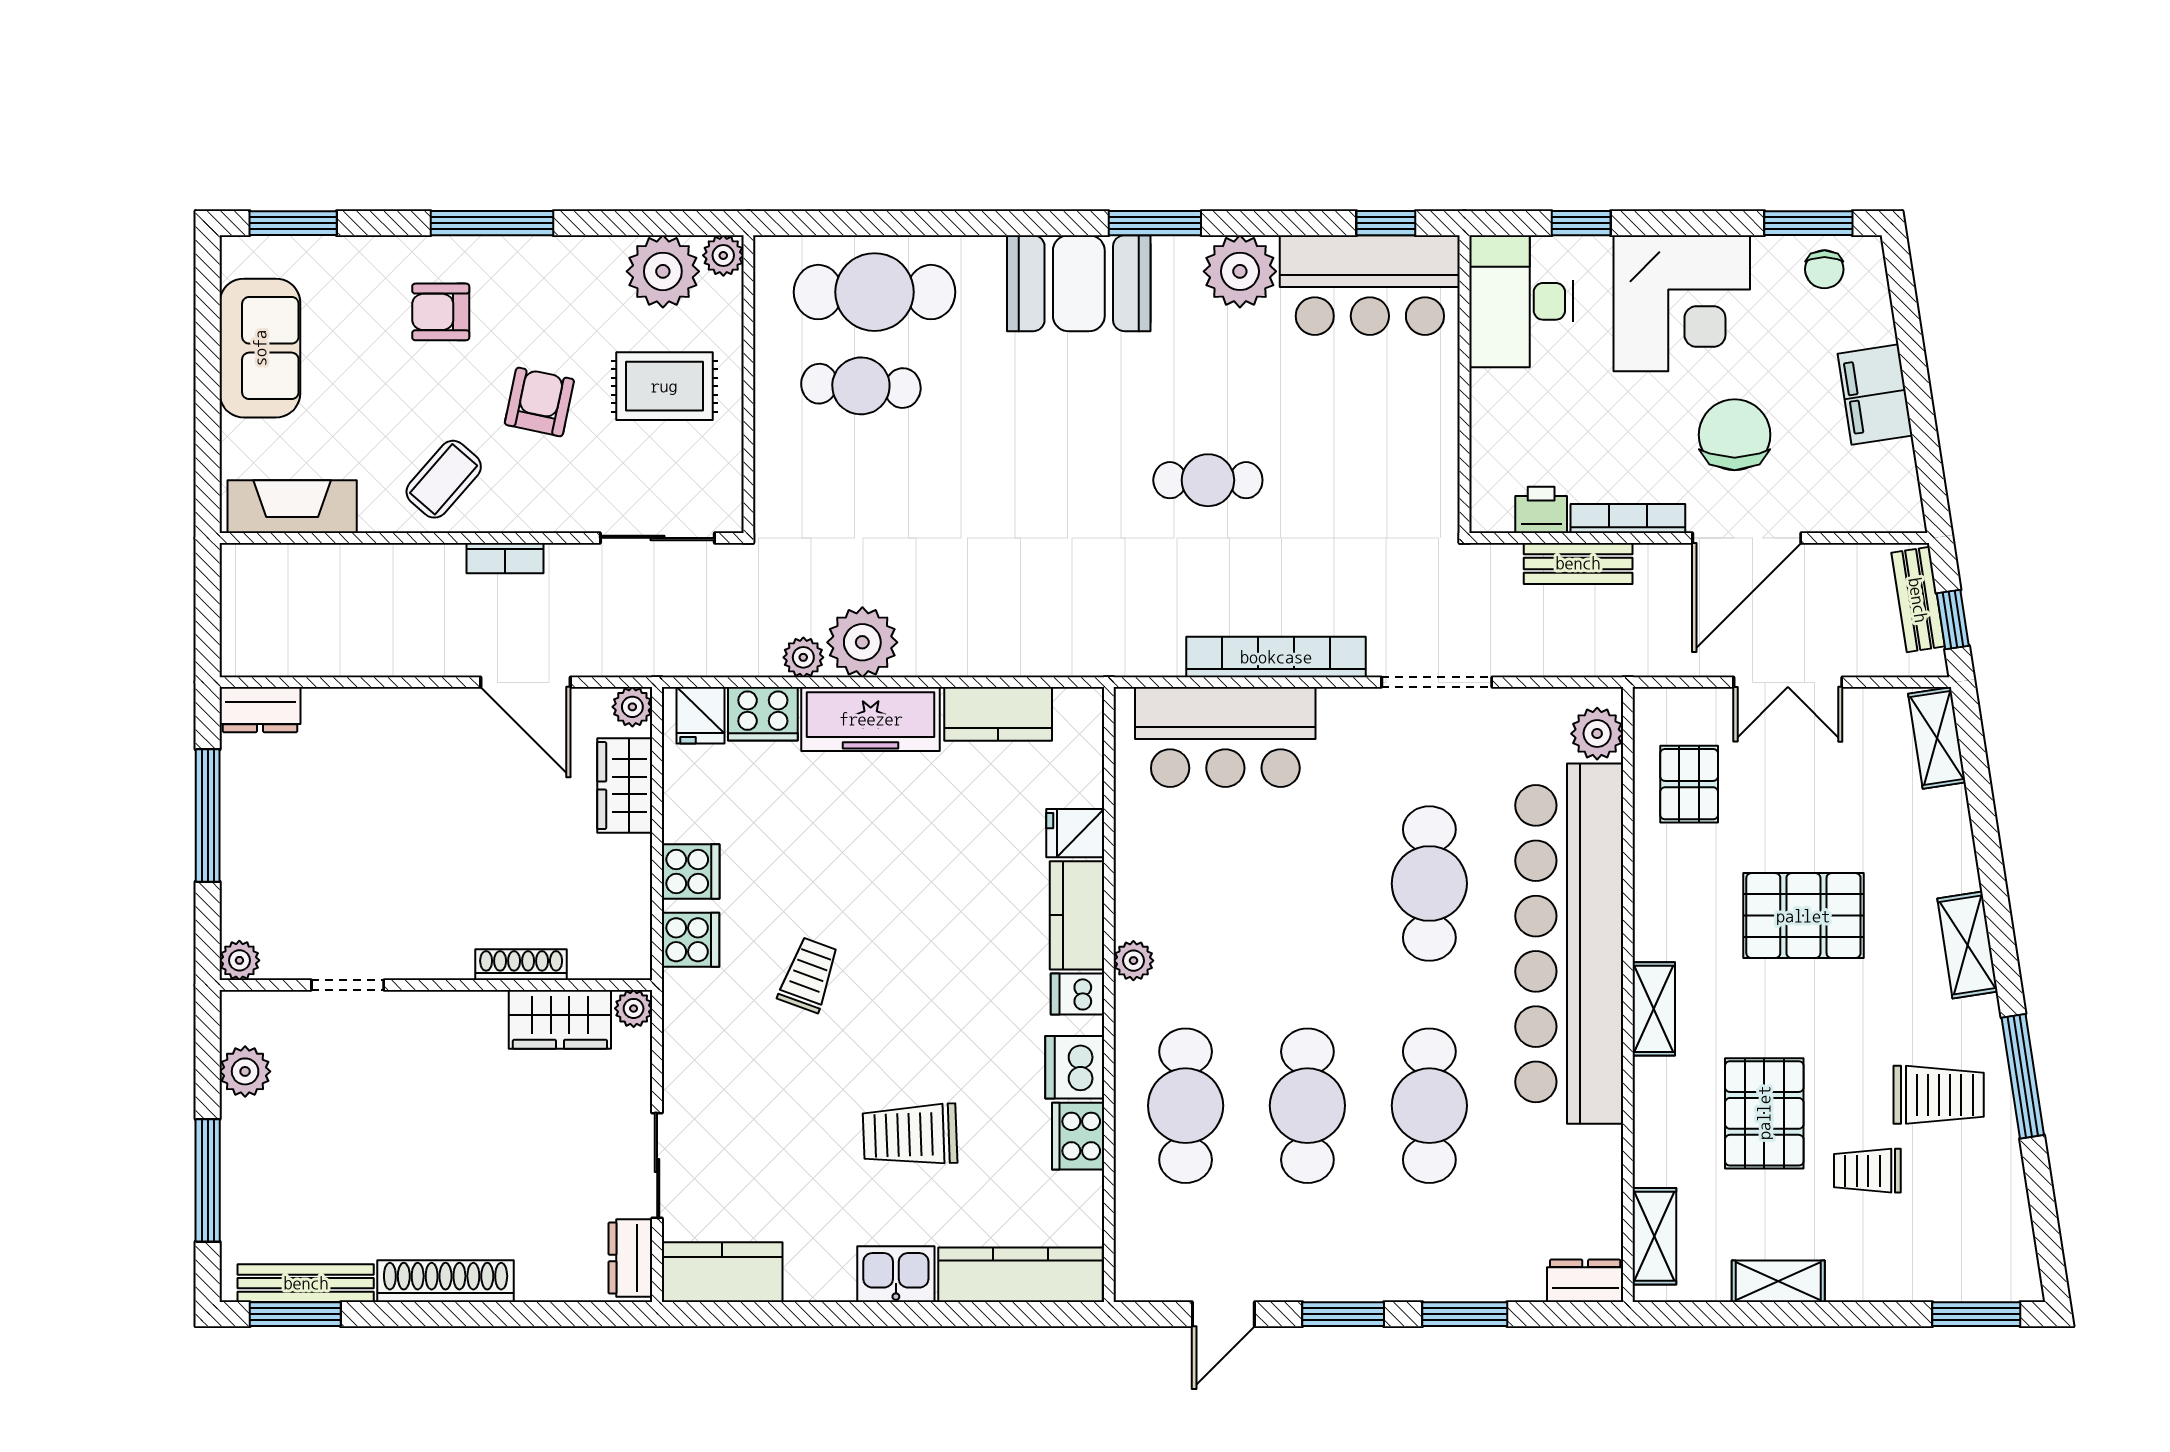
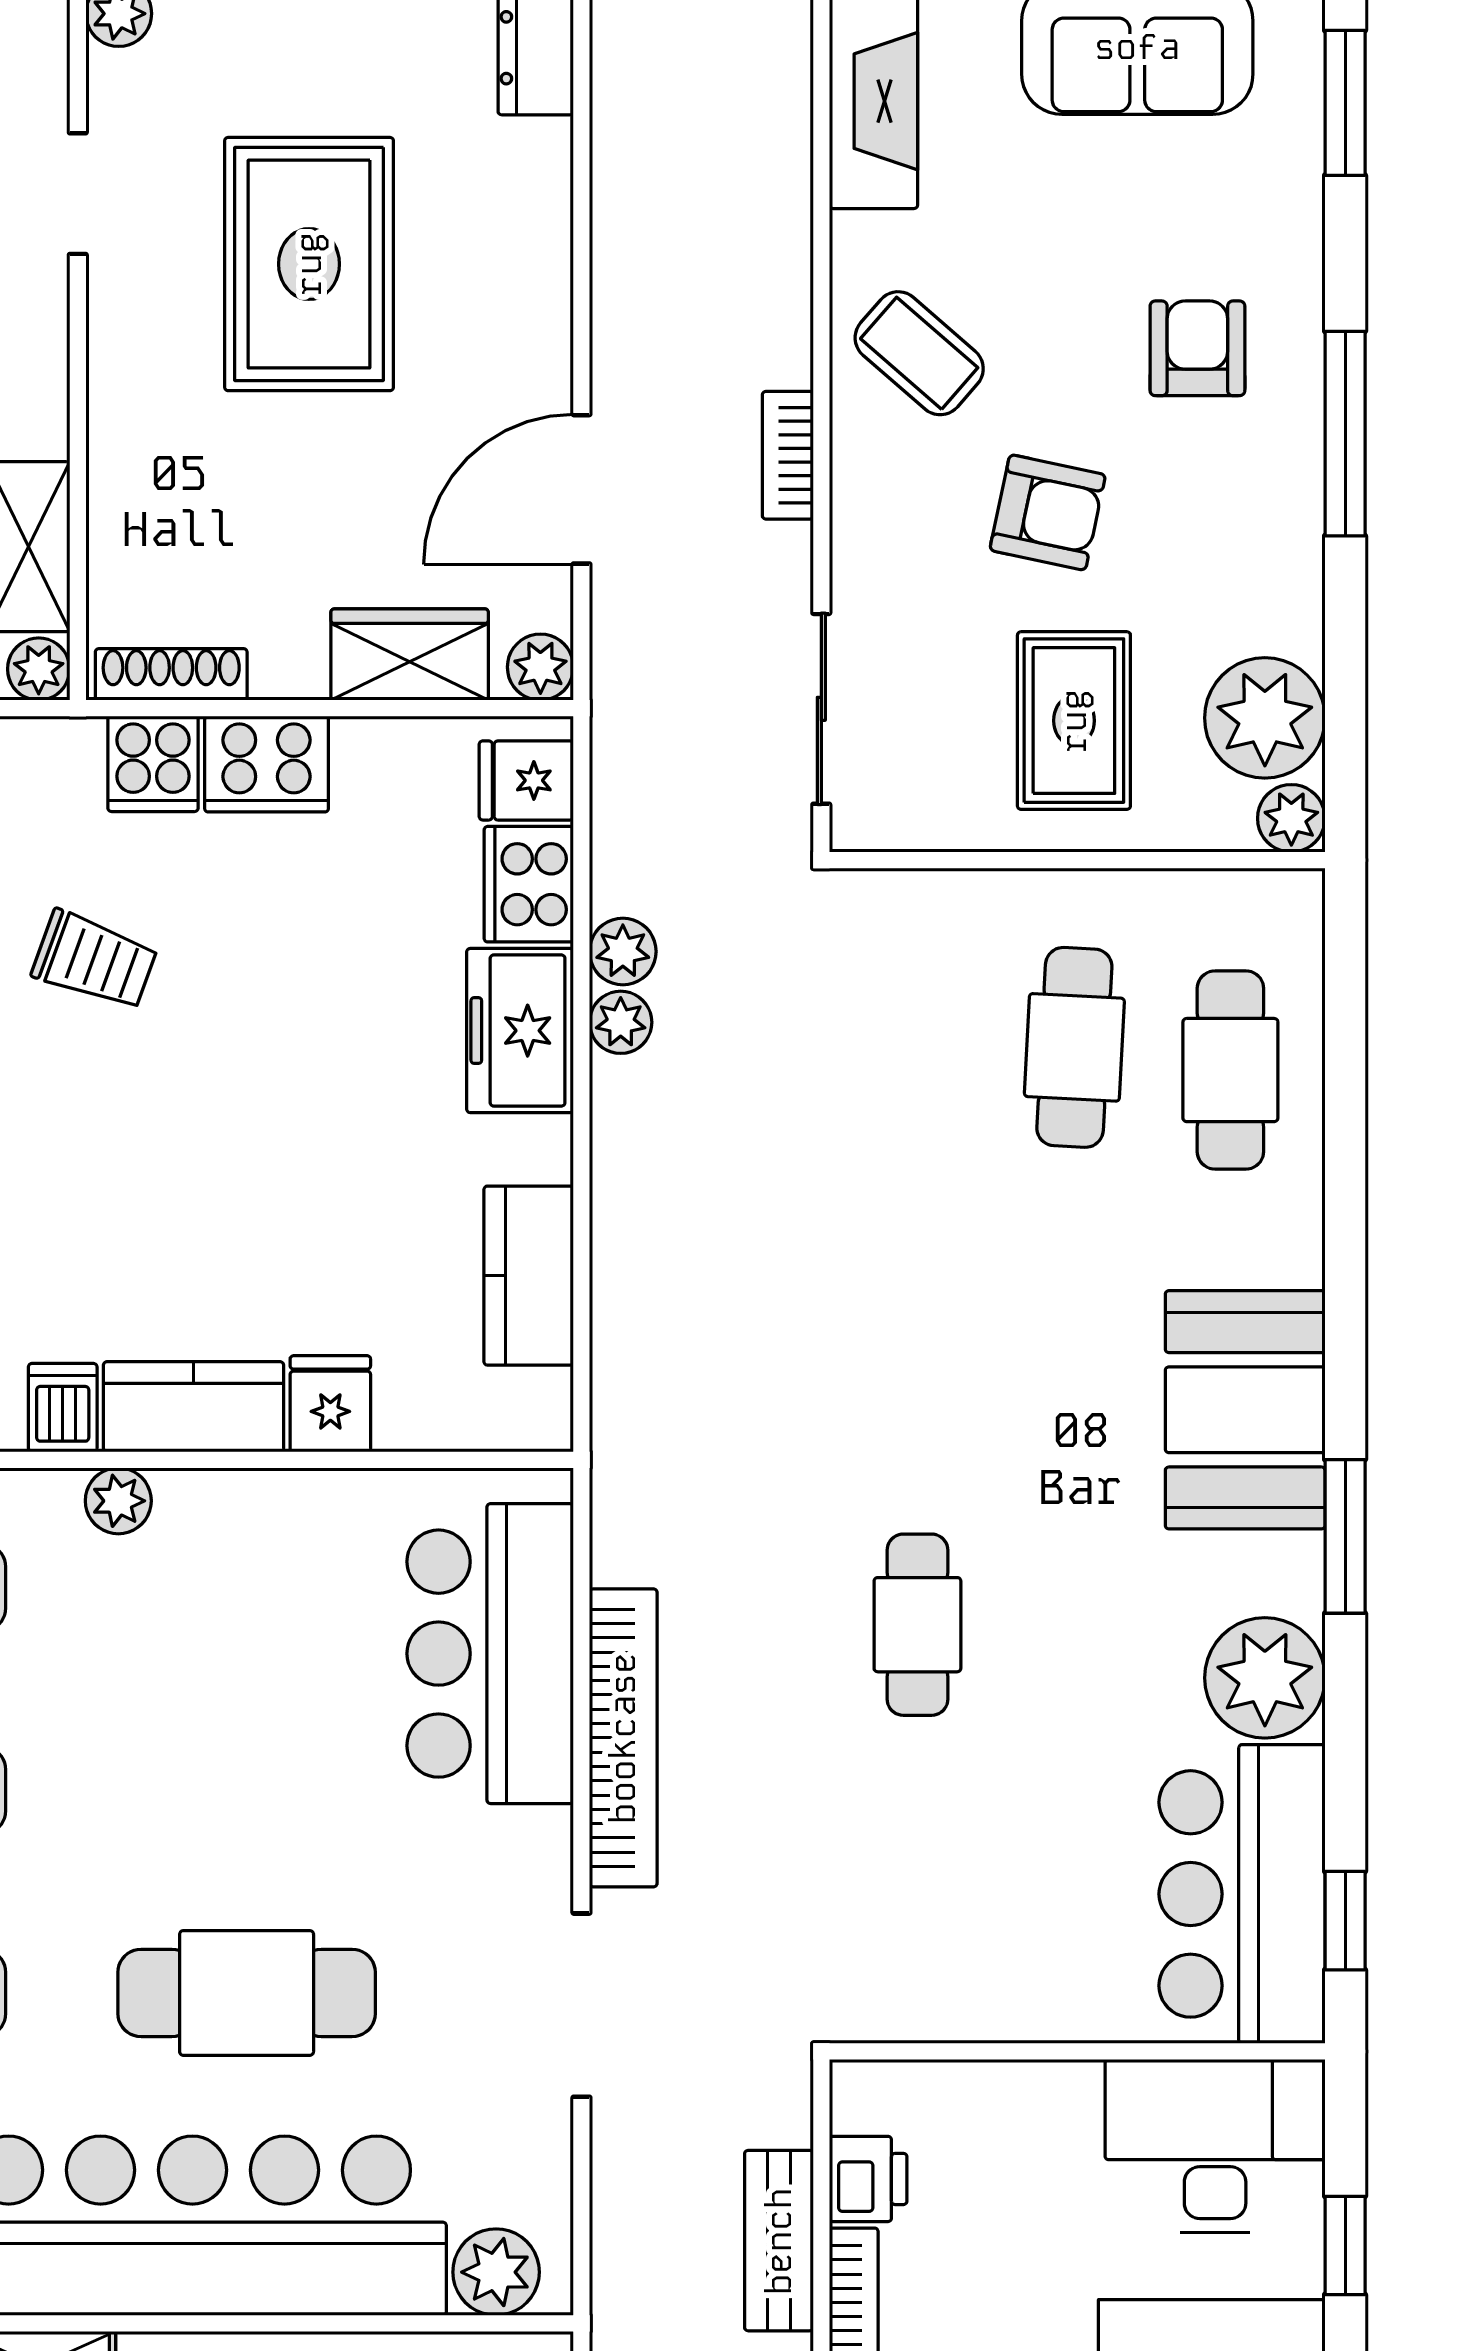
cafe table: (875, 292) -> (1230, 1070), width x0.73, depth x0.74
plant: (862, 642) -> (621, 1022), width x0.53, depth x0.53
freezer: (871, 719) -> (520, 1031), width x0.71
rug: (390, 846) -> (309, 264), added
cooker: (691, 872) -> (267, 764), width x1.36
shoe rack: (521, 965) -> (171, 674), moved, turned -90

